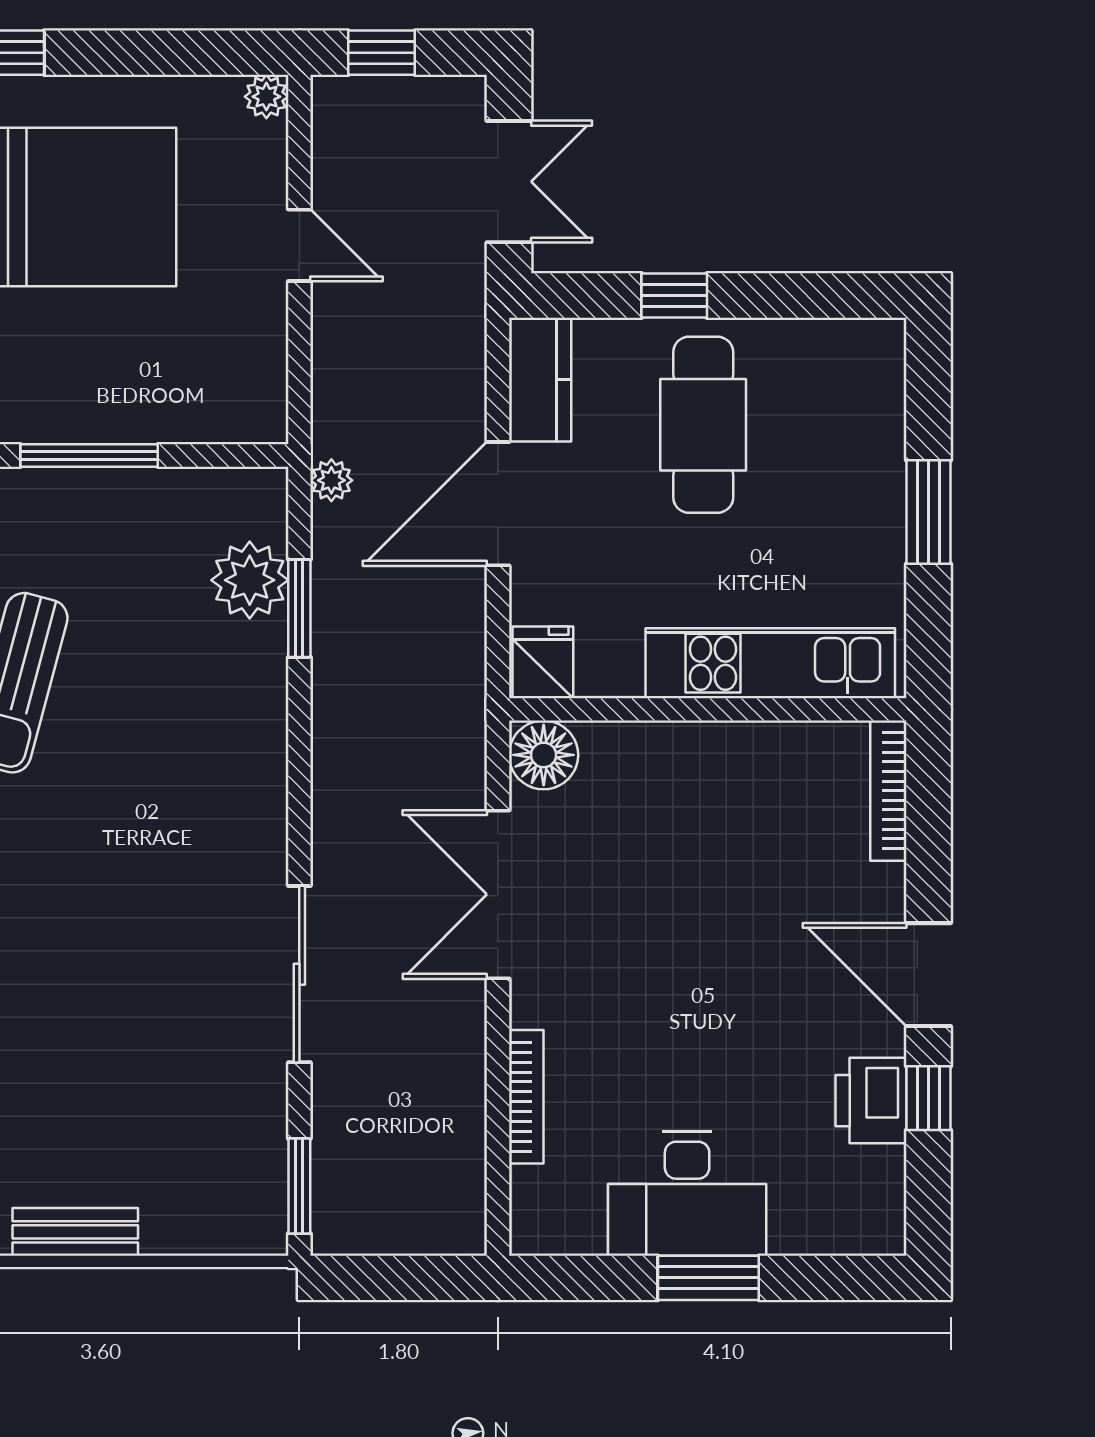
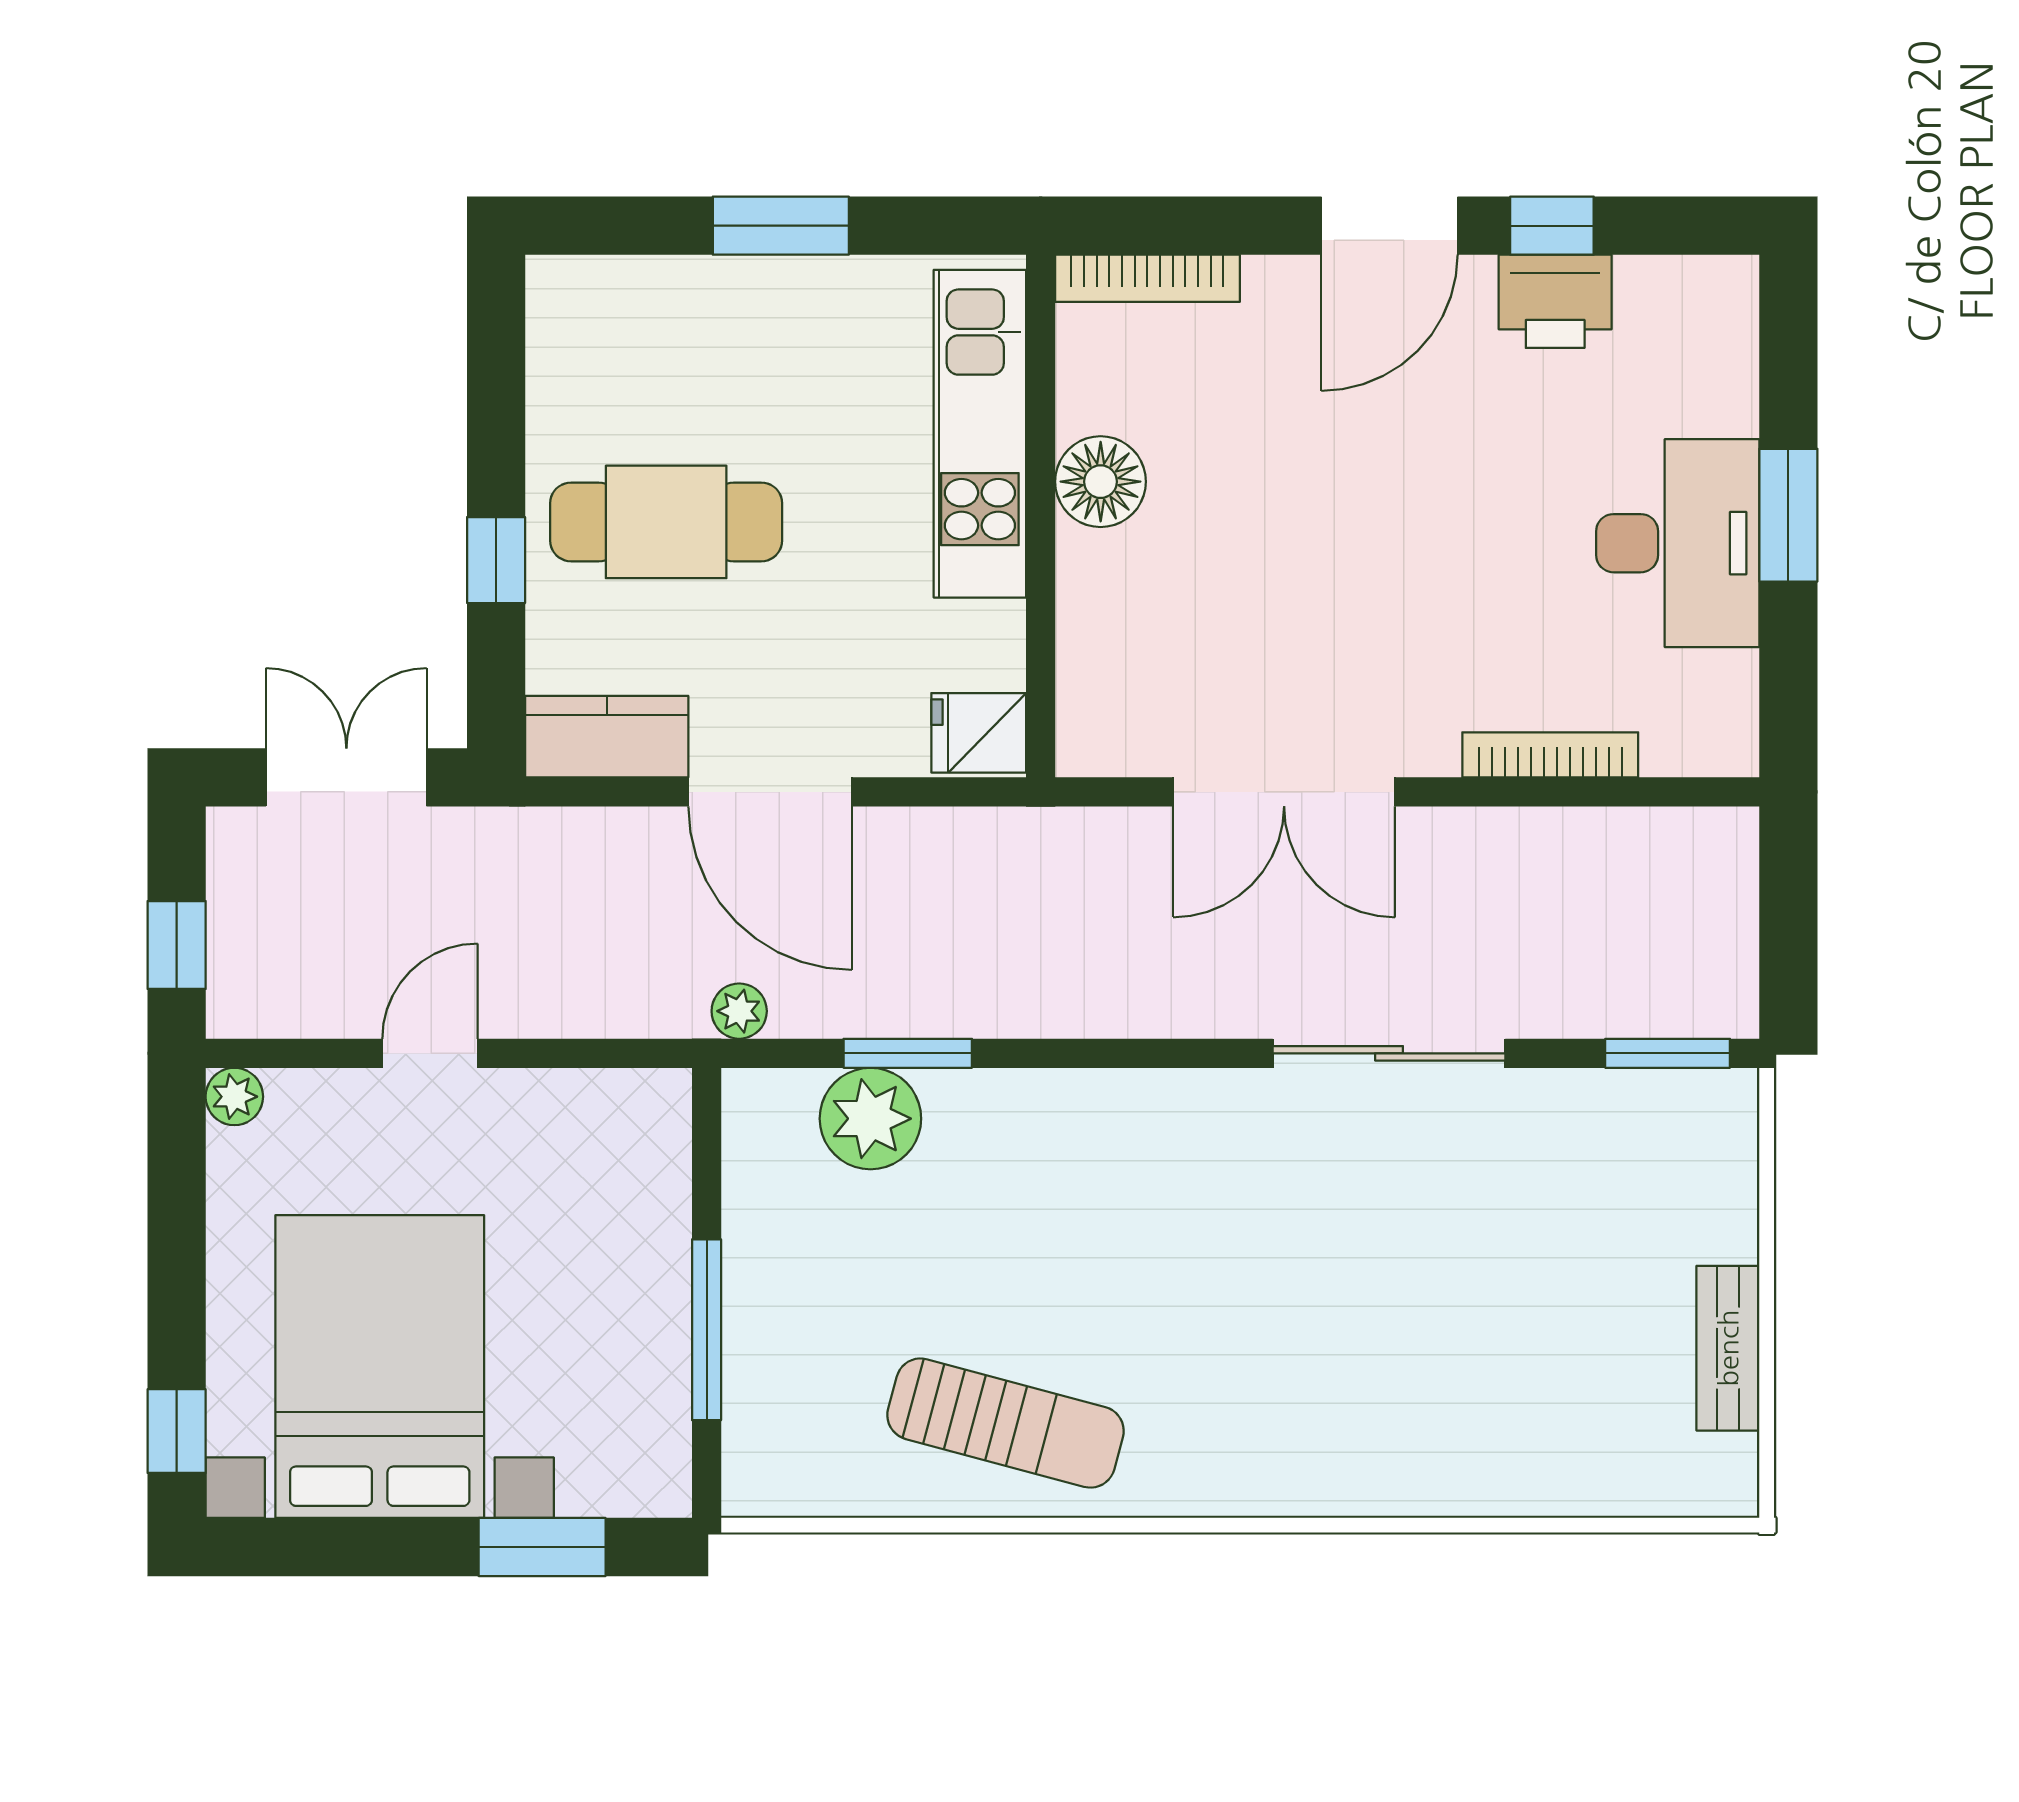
floor lamp: (544, 755) -> (1101, 482), moved

